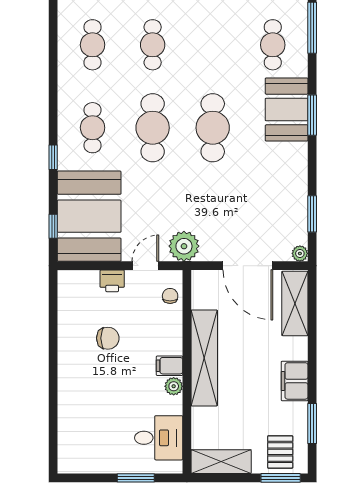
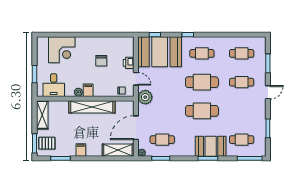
cafe table: (273, 211) -> (162, 140), added
filing cabinet: (295, 381) -> (81, 150), width x0.50
corner desk: (85, 421) -> (62, 50), added

